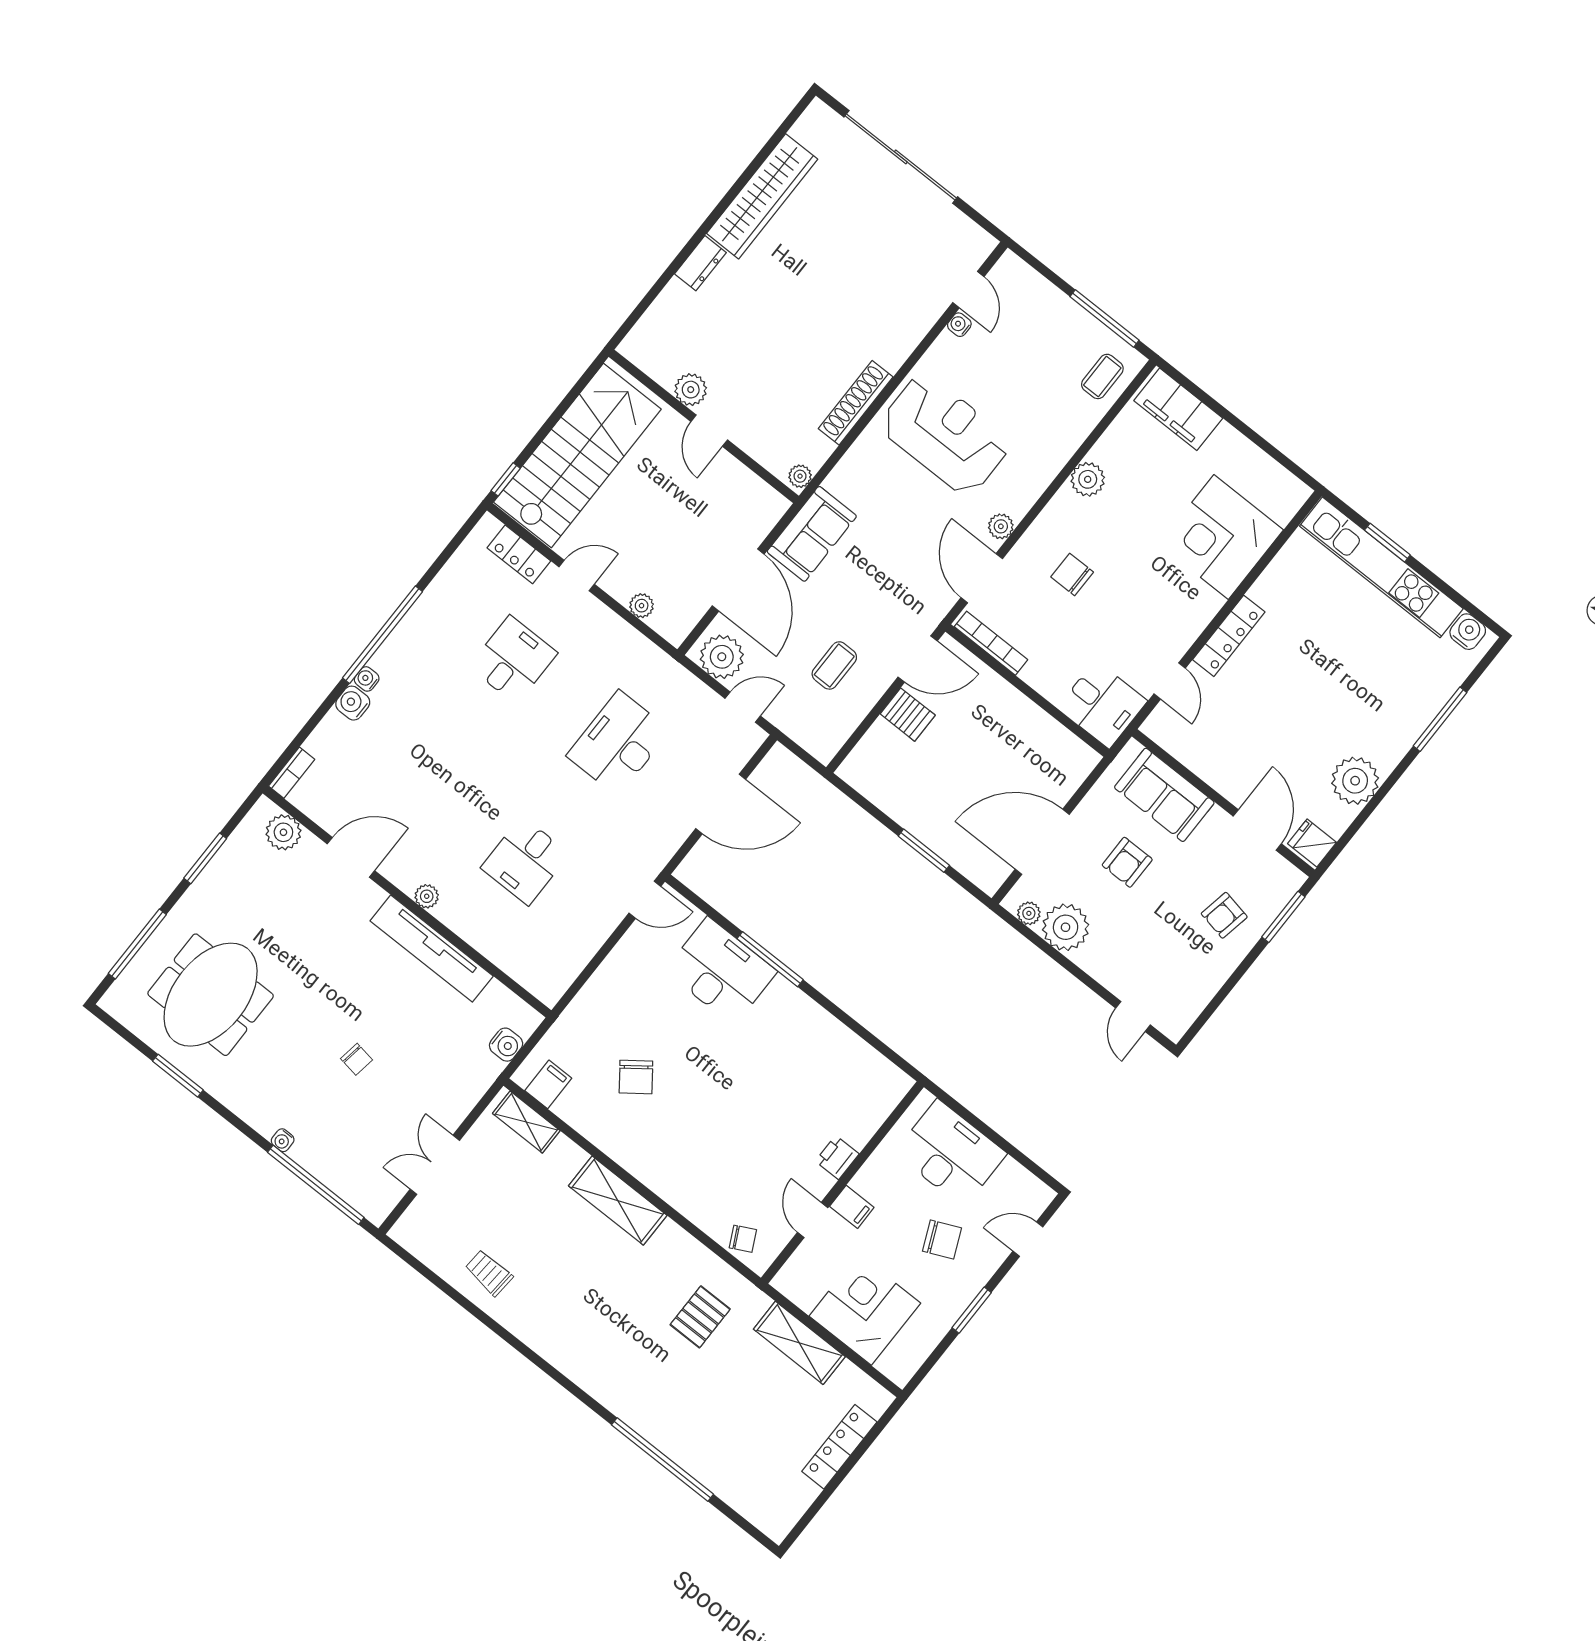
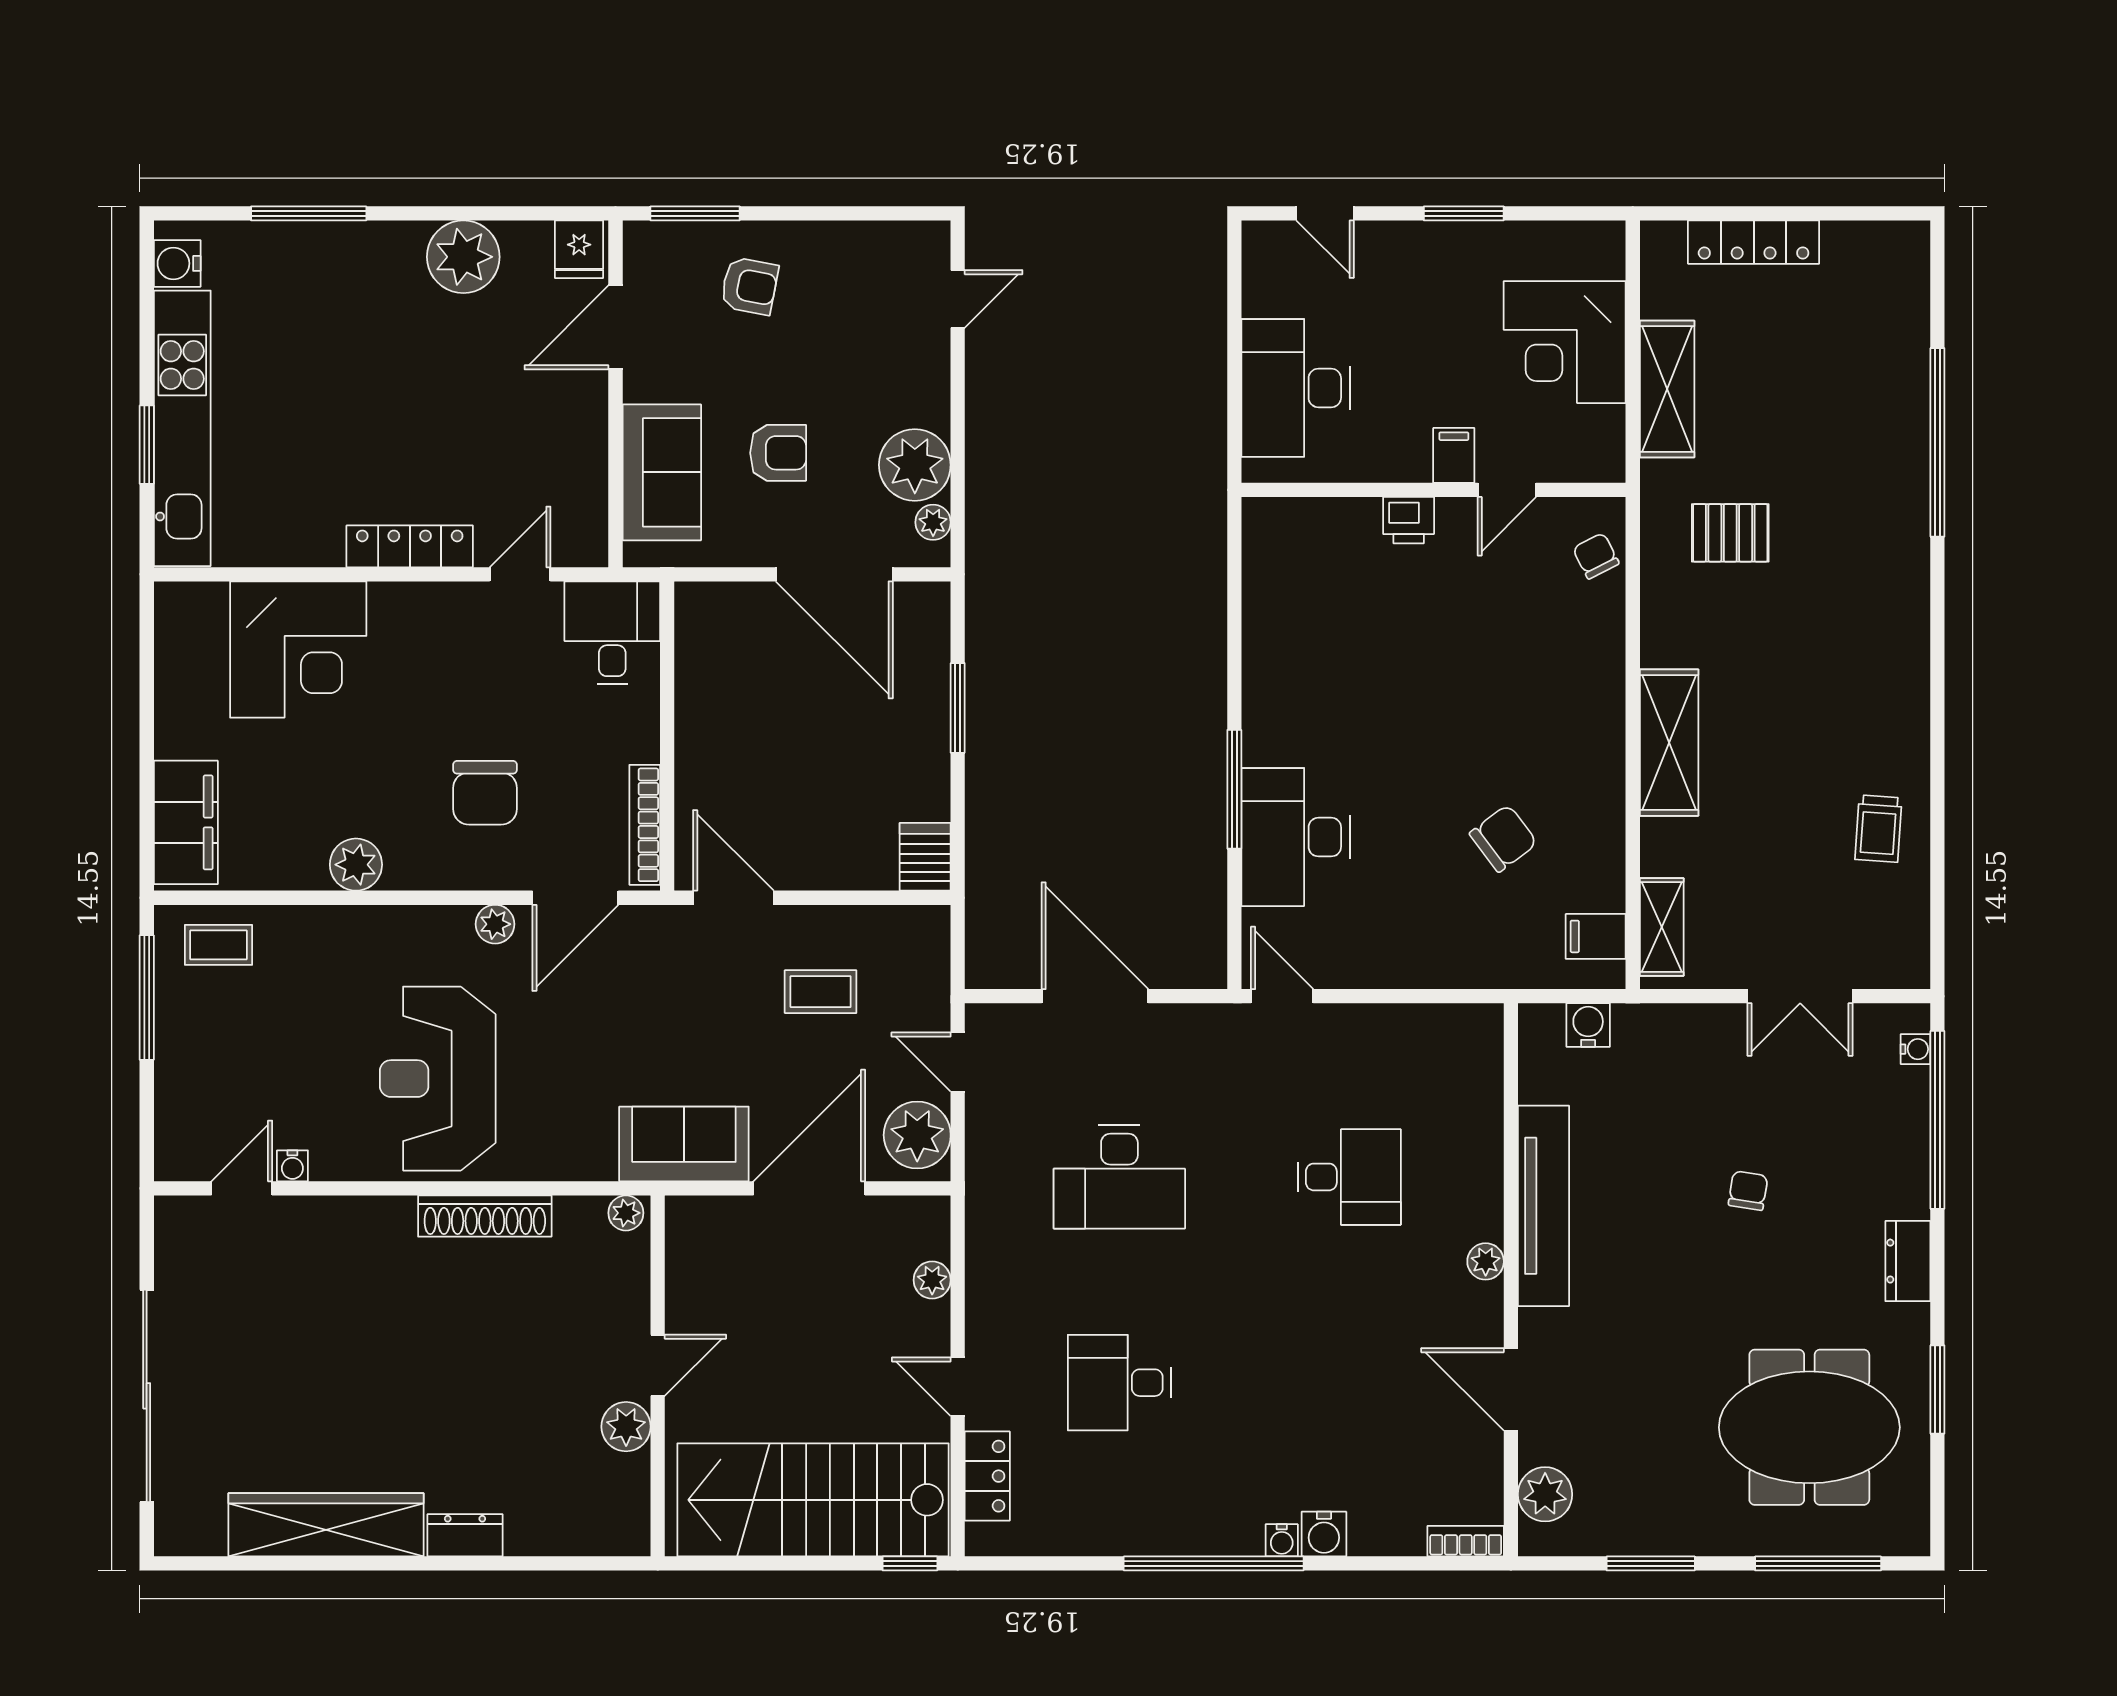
chair: (1072, 574) -> (485, 793), width x1.37, depth x1.37
server rack: (908, 715) -> (925, 857), moved
dresser: (256, 1112) -> (1908, 1261), added
water cooler: (283, 1140) -> (1915, 1049), moved
chair: (942, 1240) -> (1407, 316), removed

